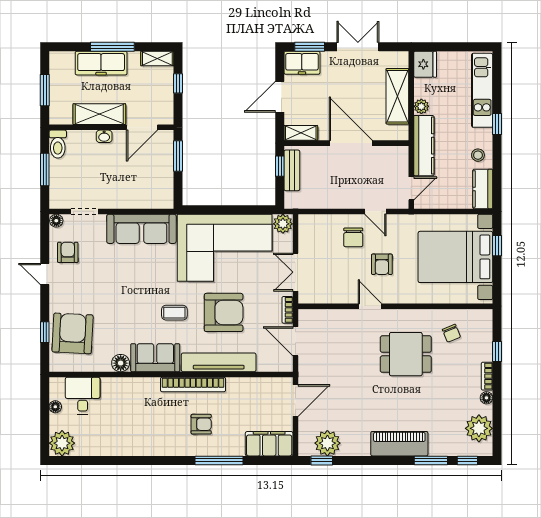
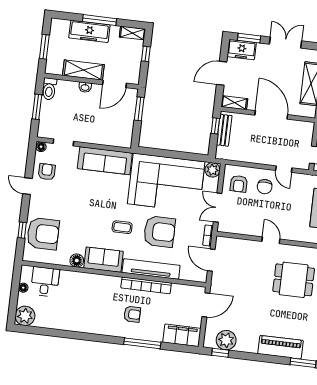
armchair: (382, 264) -> (239, 184), moved
armchair: (73, 333) -> (43, 234), turned 87
bookcase: (193, 384) -> (146, 285), moved

